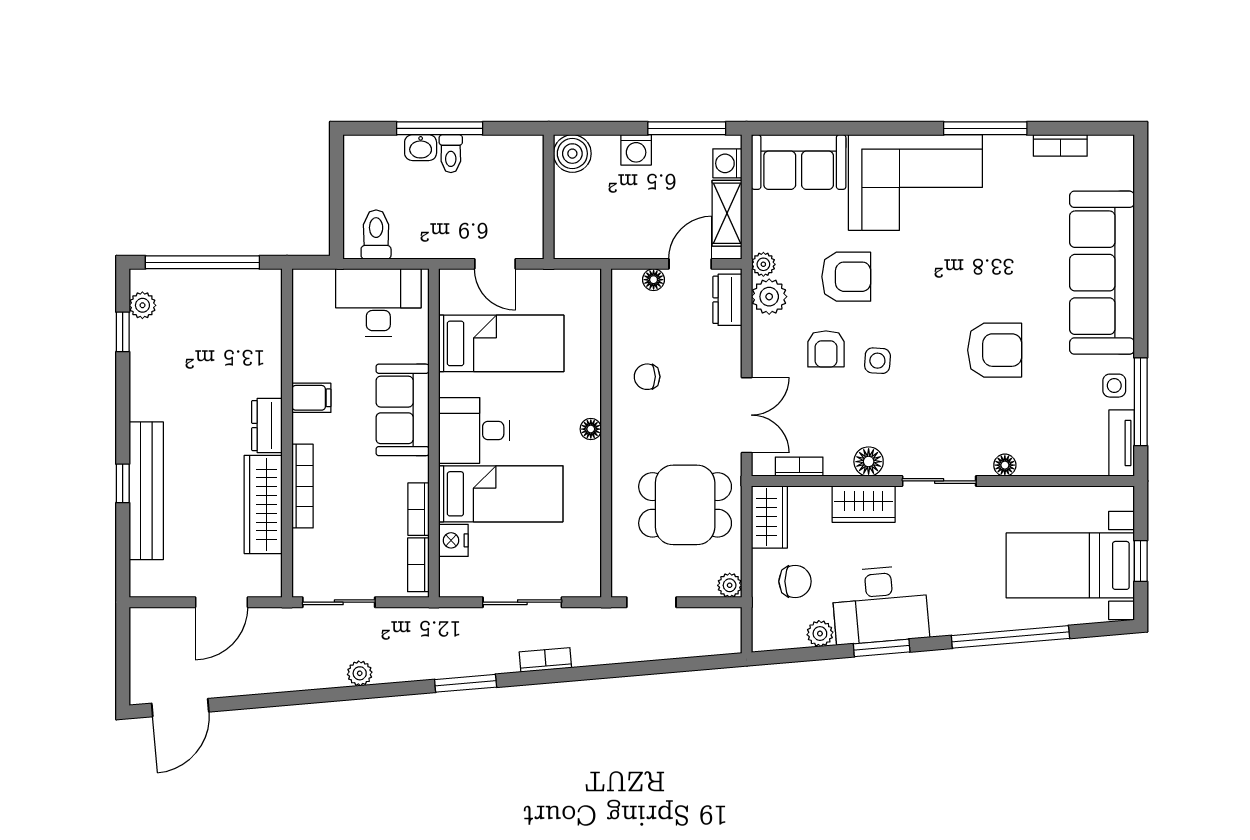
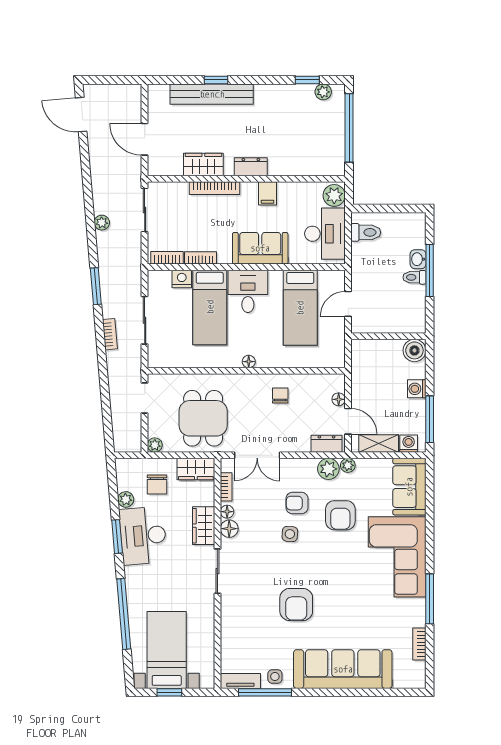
plant: (315, 287) -> (334, 195), added
floor lamp: (1005, 465) -> (227, 512), moved
wardrobe: (263, 504) -> (203, 164), width x0.67

